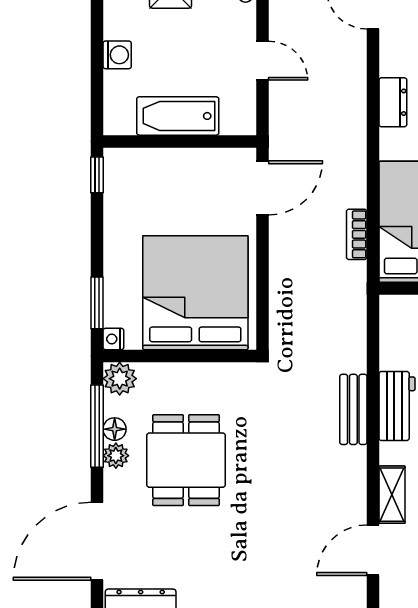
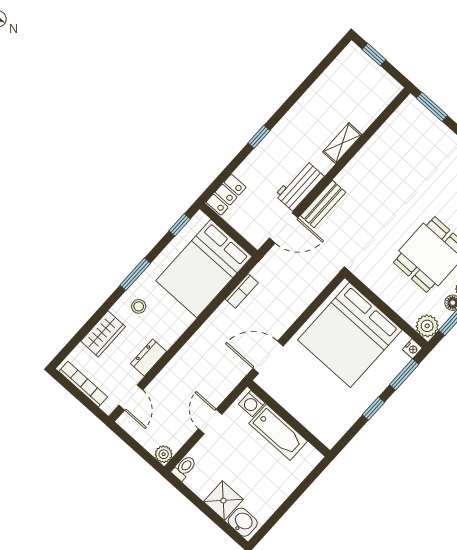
washing machine: (117, 55) -> (252, 403), moved, turned -90
dresser: (393, 102) -> (148, 358), moved
window: (97, 175) -> (373, 409), moved
door: (373, 550) -> (284, 228), moved

